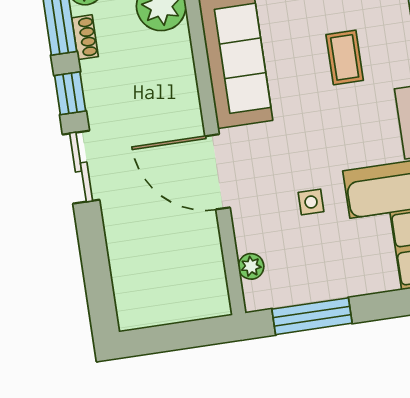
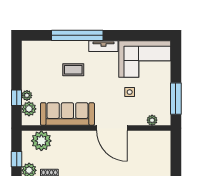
door: (218, 172) -> (112, 128), hinge flipped

